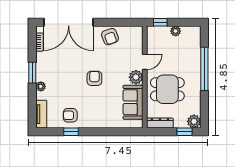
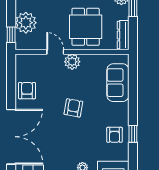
plant: (176, 31) -> (26, 23), width x1.88, depth x1.88
armchair: (110, 37) -> (27, 91), turned -70
armchair: (94, 78) -> (73, 108), turned 100
sofa: (133, 102) -> (118, 83), moved, turned 90

